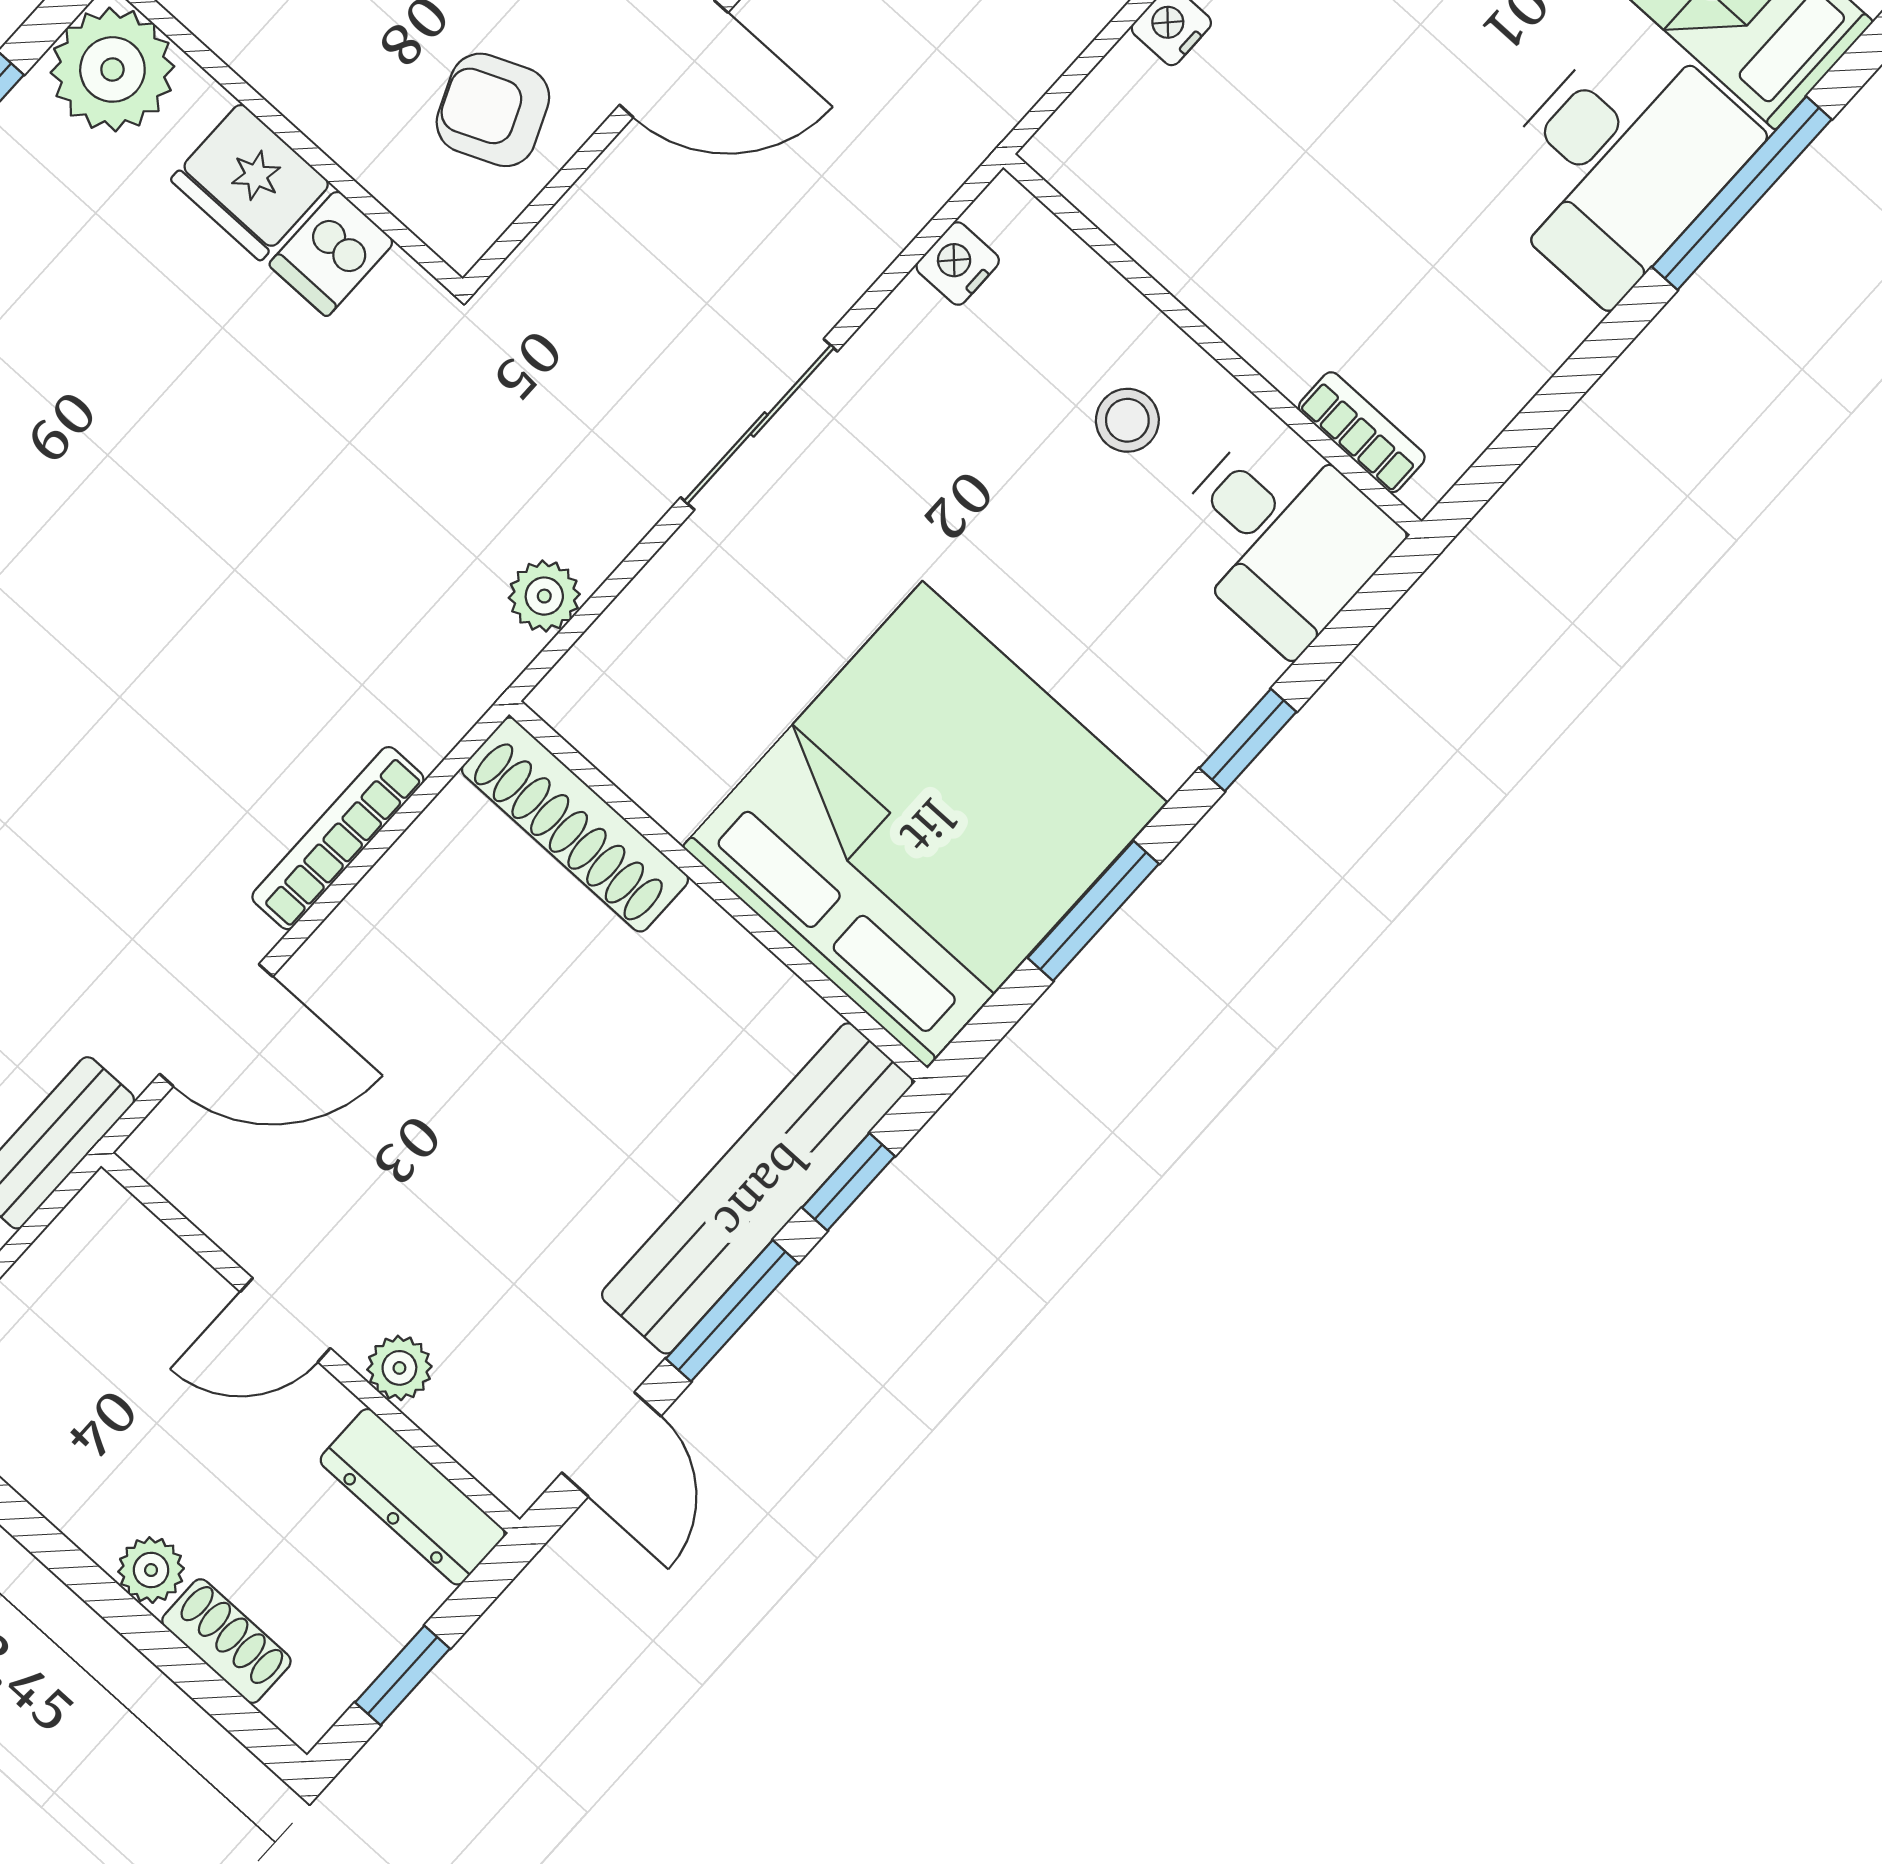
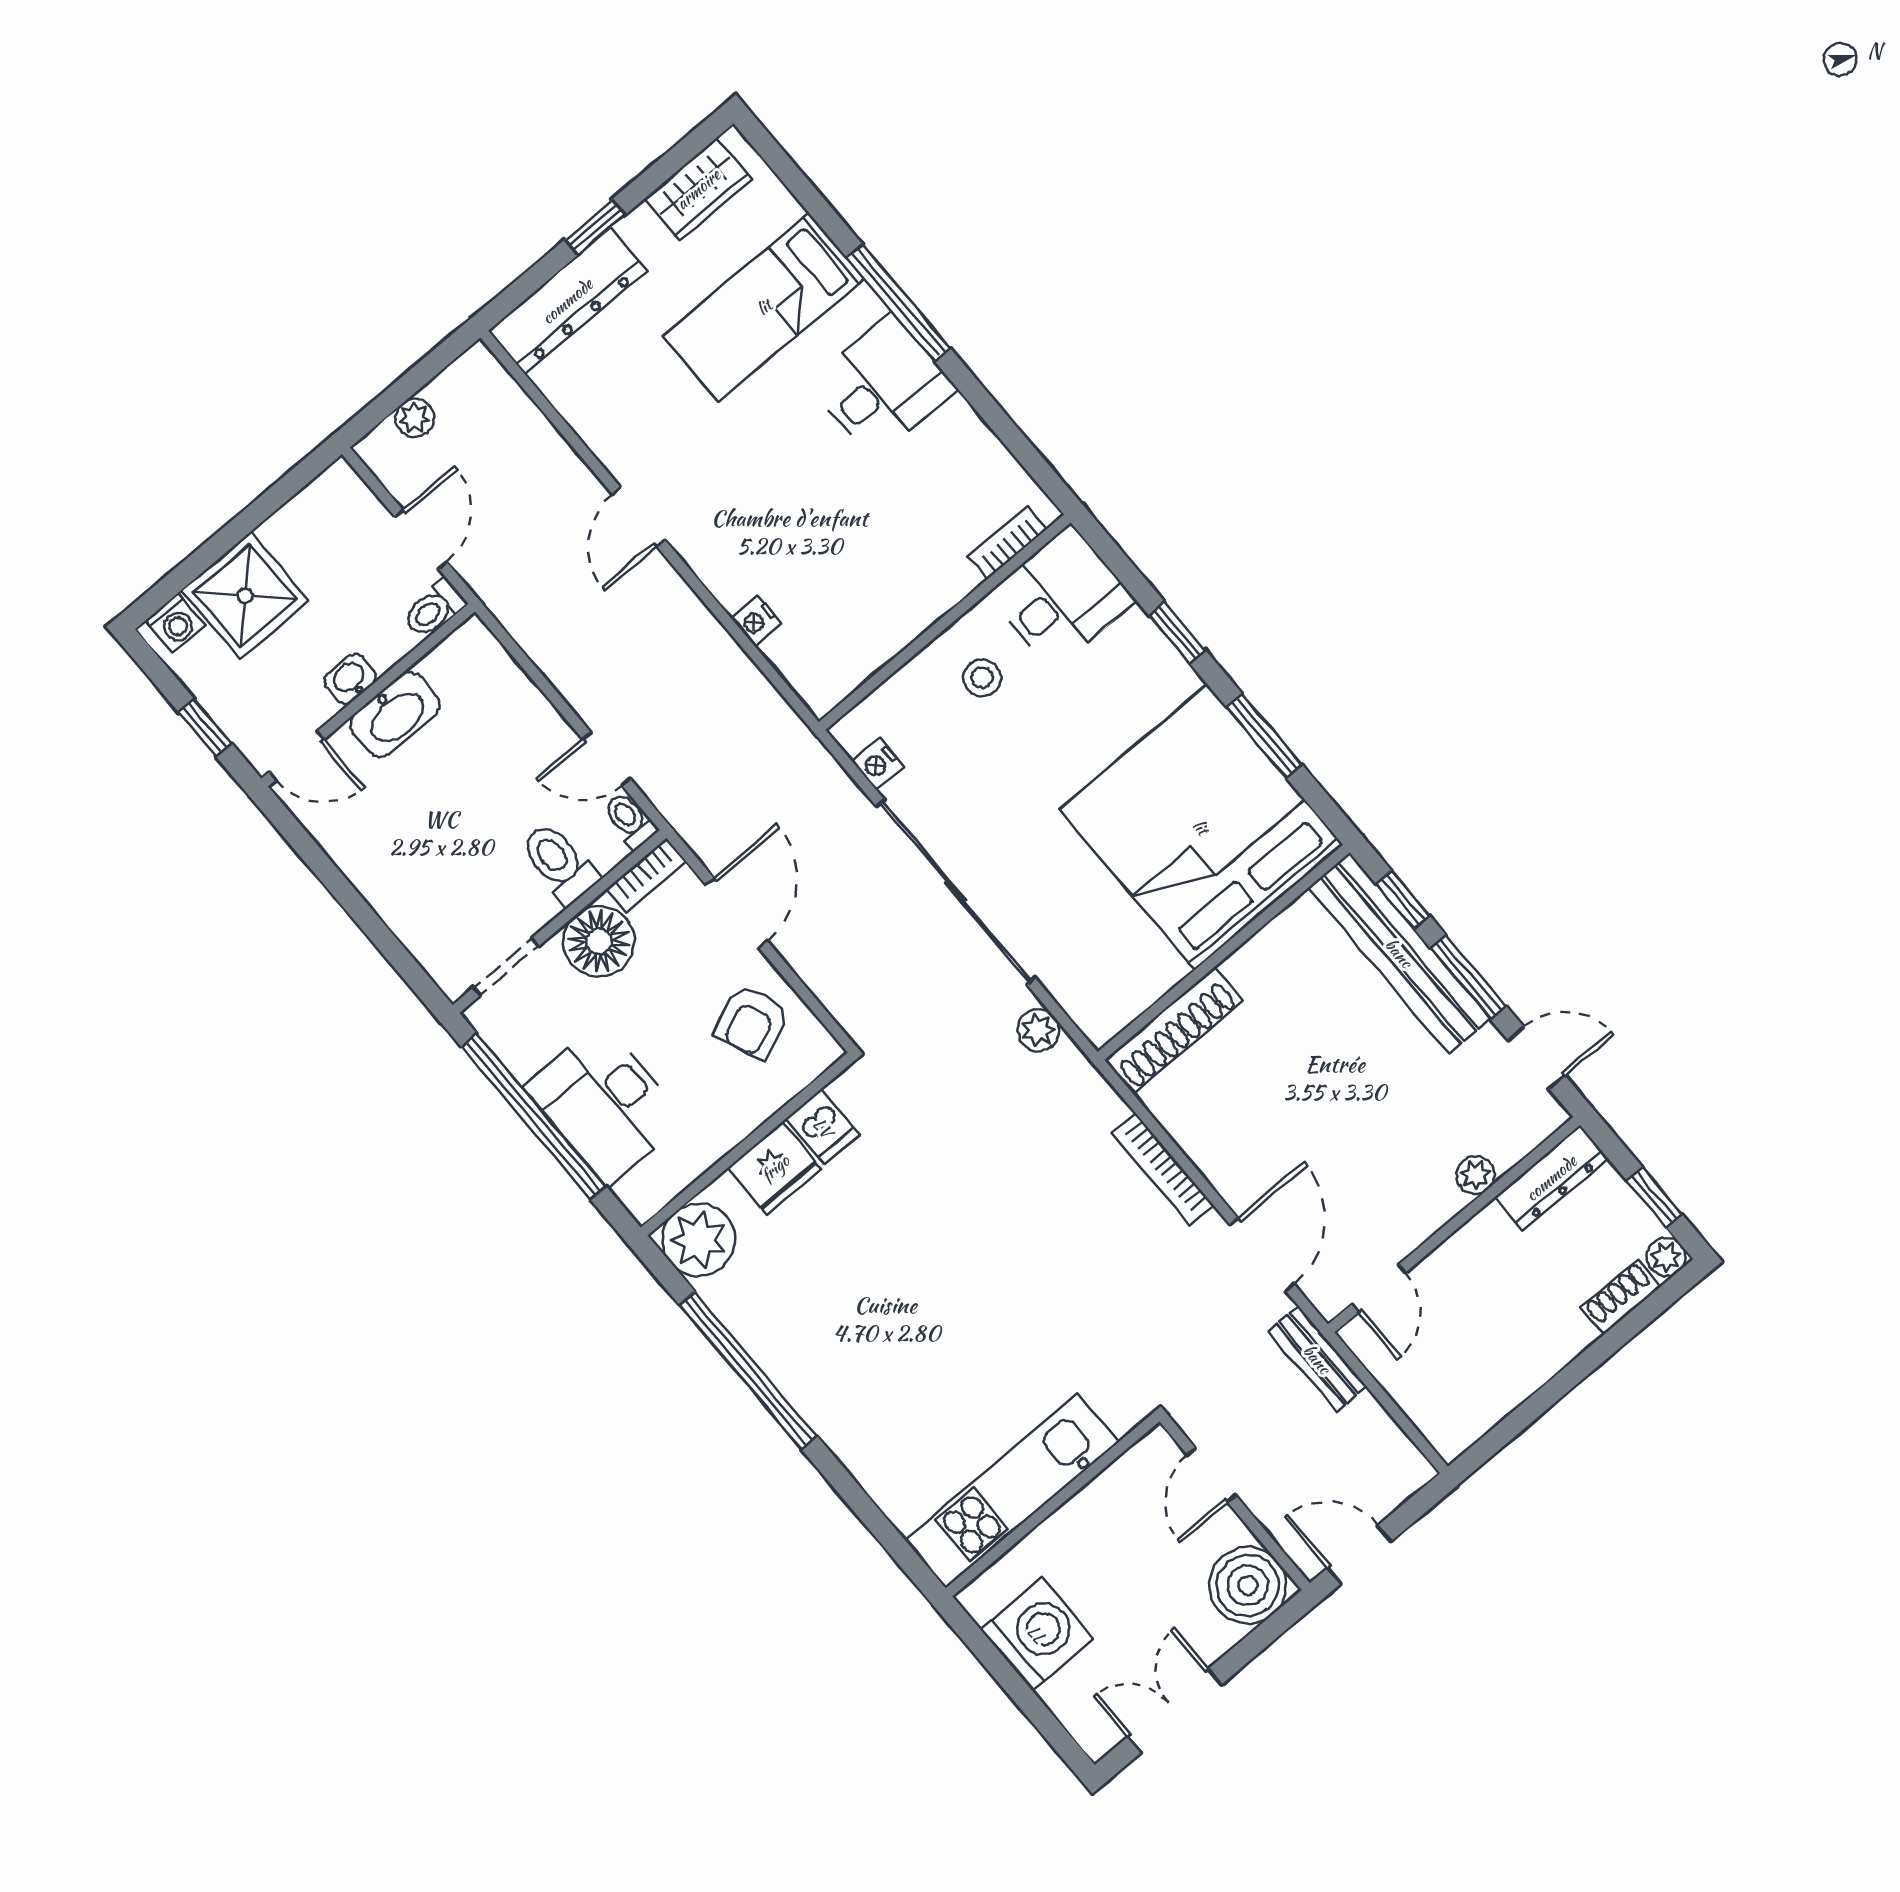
desk: (1620, 162) -> (883, 386), width x0.73
sliding door: (759, 424) -> (956, 892), width x1.86
door: (285, 1320) -> (1379, 1288), moved
plant: (151, 1570) -> (1666, 1257), moved

